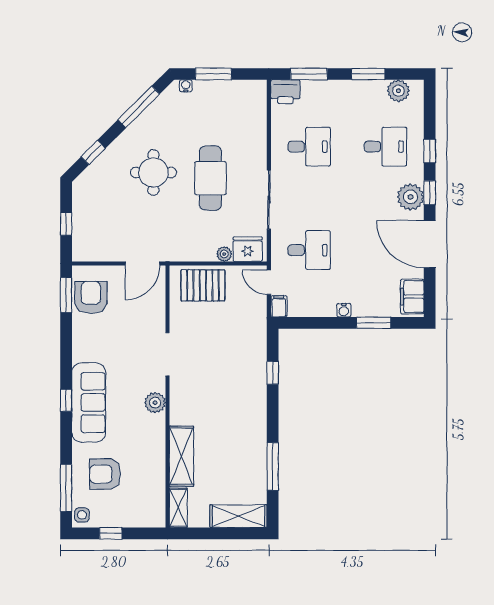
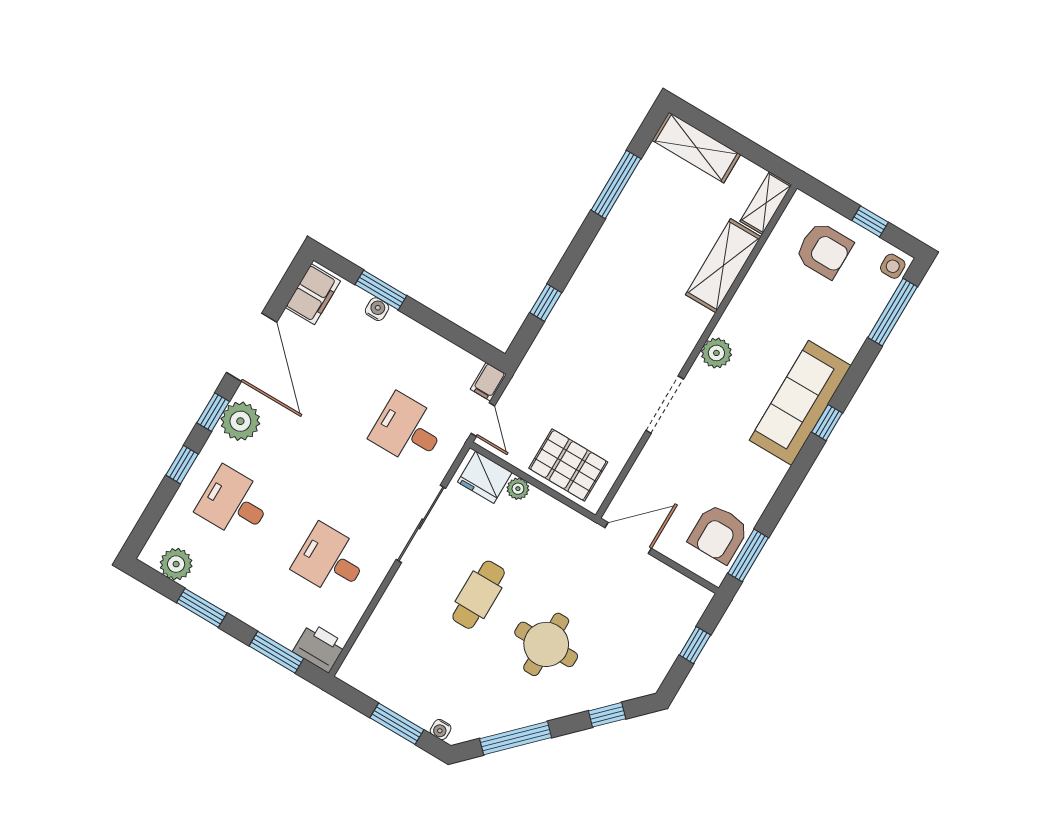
cafe table: (210, 178) -> (479, 595), width x0.73, depth x0.74
water cooler: (344, 310) -> (377, 309), moved
armchair: (105, 474) -> (824, 250), moved

